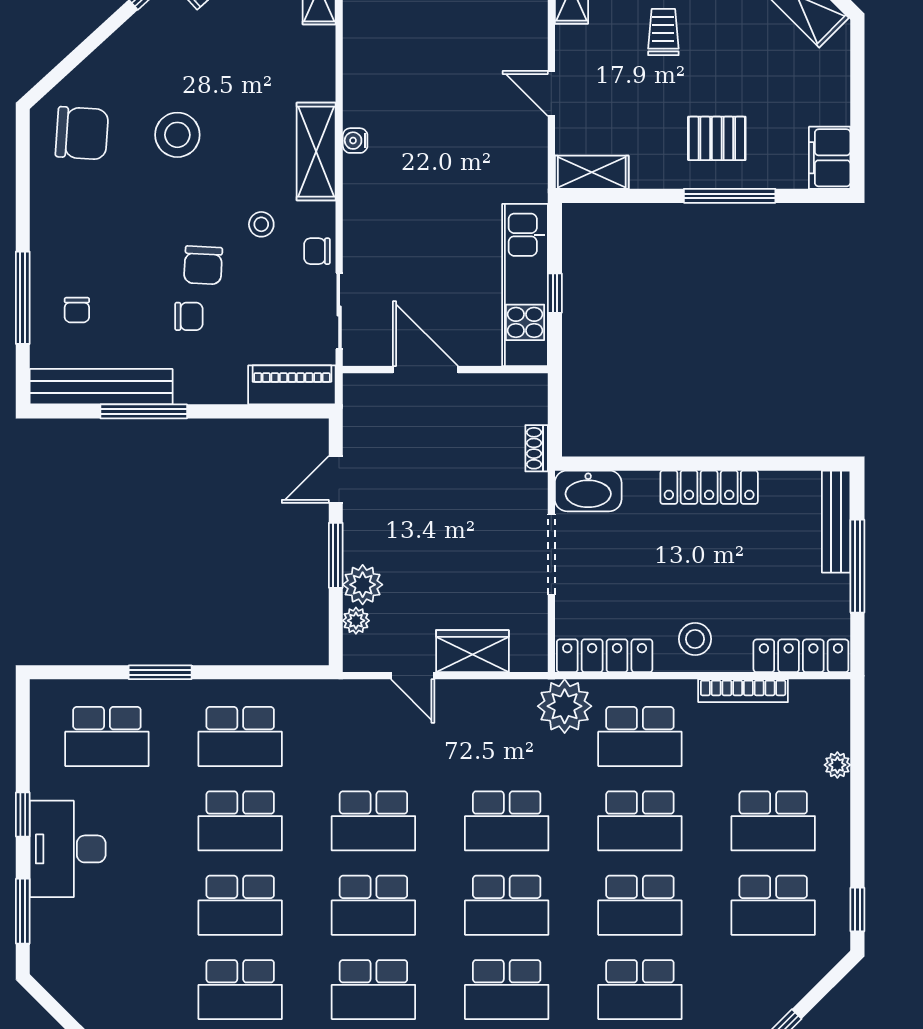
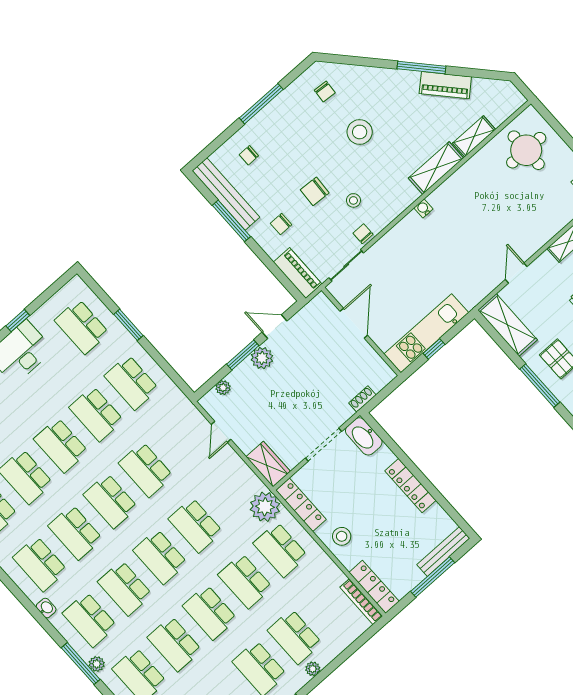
chair: (82, 133) -> (325, 91), width x0.54, depth x0.54
shelving: (316, 152) -> (436, 168), moved
shelving: (592, 172) -> (508, 325), width x1.50, depth x1.33
window: (23, 298) -> (261, 104), moved
chair: (189, 316) -> (281, 224), moved, turned 90
plant: (363, 585) -> (262, 358), moved
wardrobe: (472, 651) -> (268, 464), moved
bookcase: (743, 691) -> (361, 602), moved
plant: (837, 765) -> (313, 669), moved

